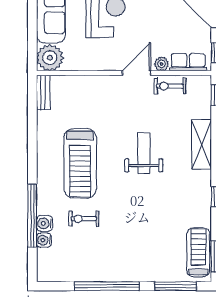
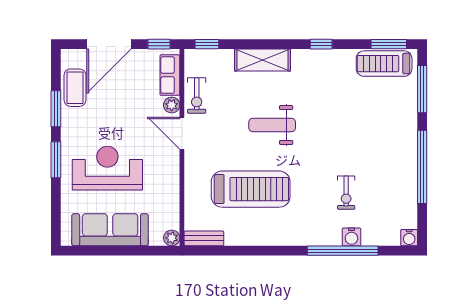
plant: (50, 58) -> (172, 238), width x0.53, depth x0.53
treadmill: (80, 163) -> (251, 189), moved
water cooler: (44, 240) -> (409, 238), moved

